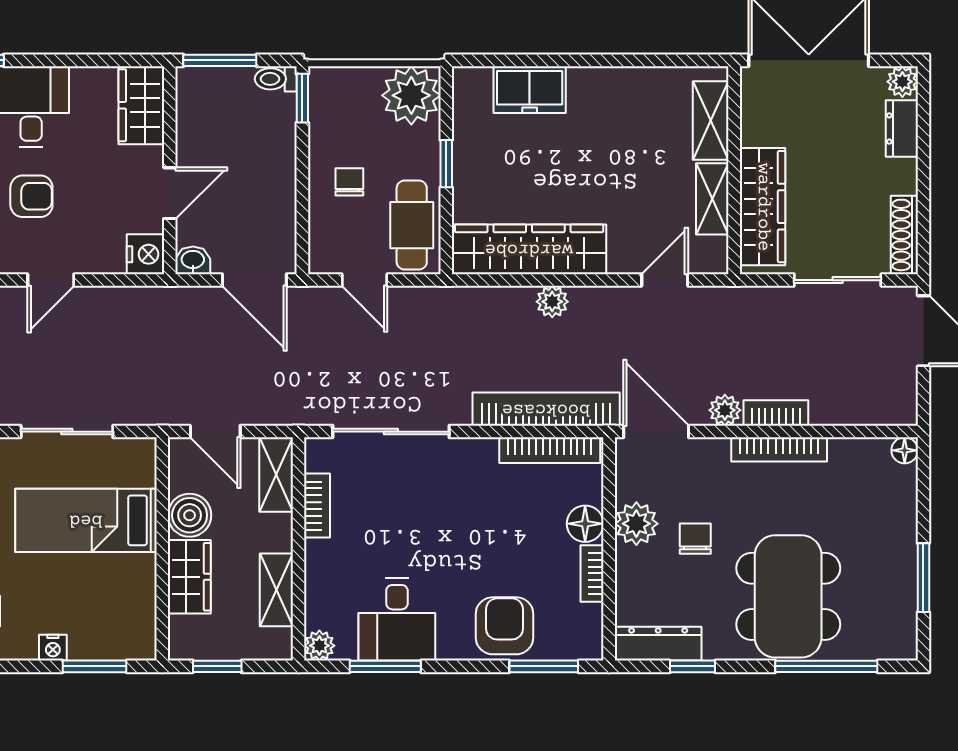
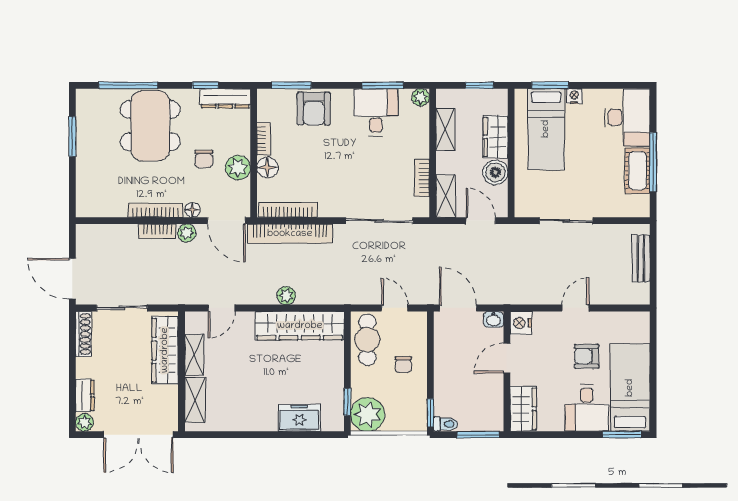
window: (446, 164) -> (347, 402), moved
floor lamp: (905, 450) -> (192, 210), moved
bed: (86, 520) -> (546, 129), moved, turned 90

